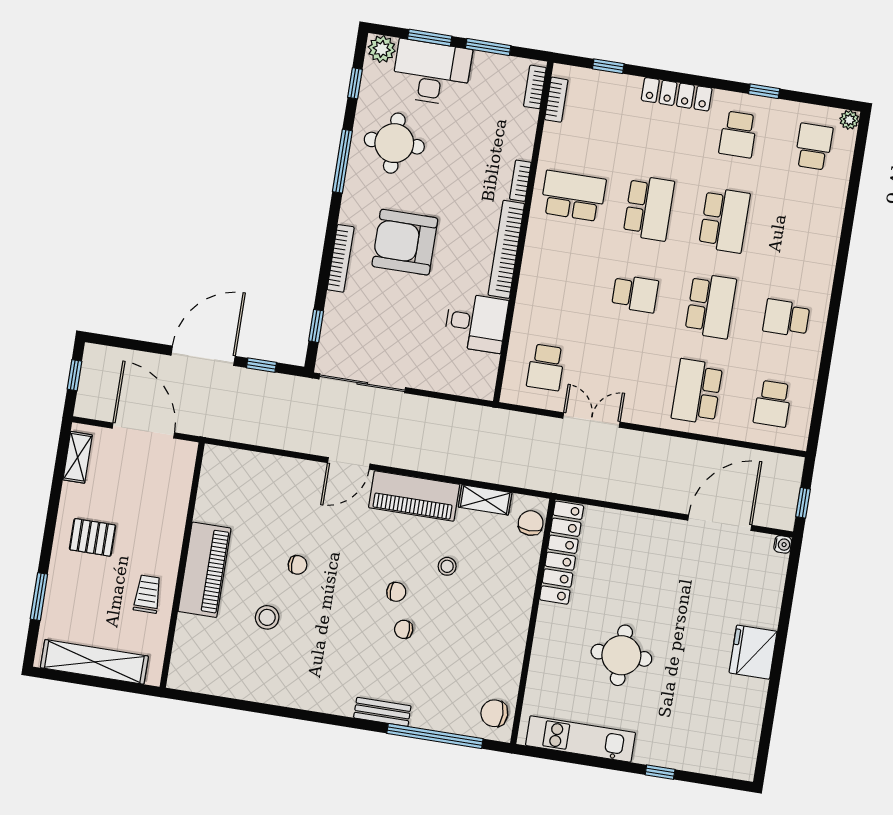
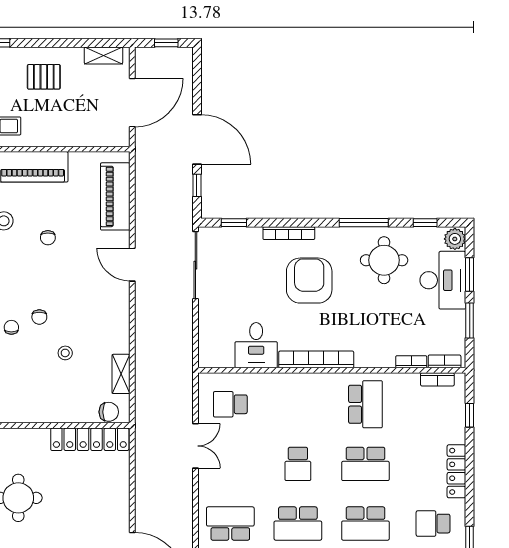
bookcase: (520, 181) -> (411, 362), moved
piano: (414, 496) -> (115, 196), moved
pallet: (93, 537) -> (44, 77), turned 90

